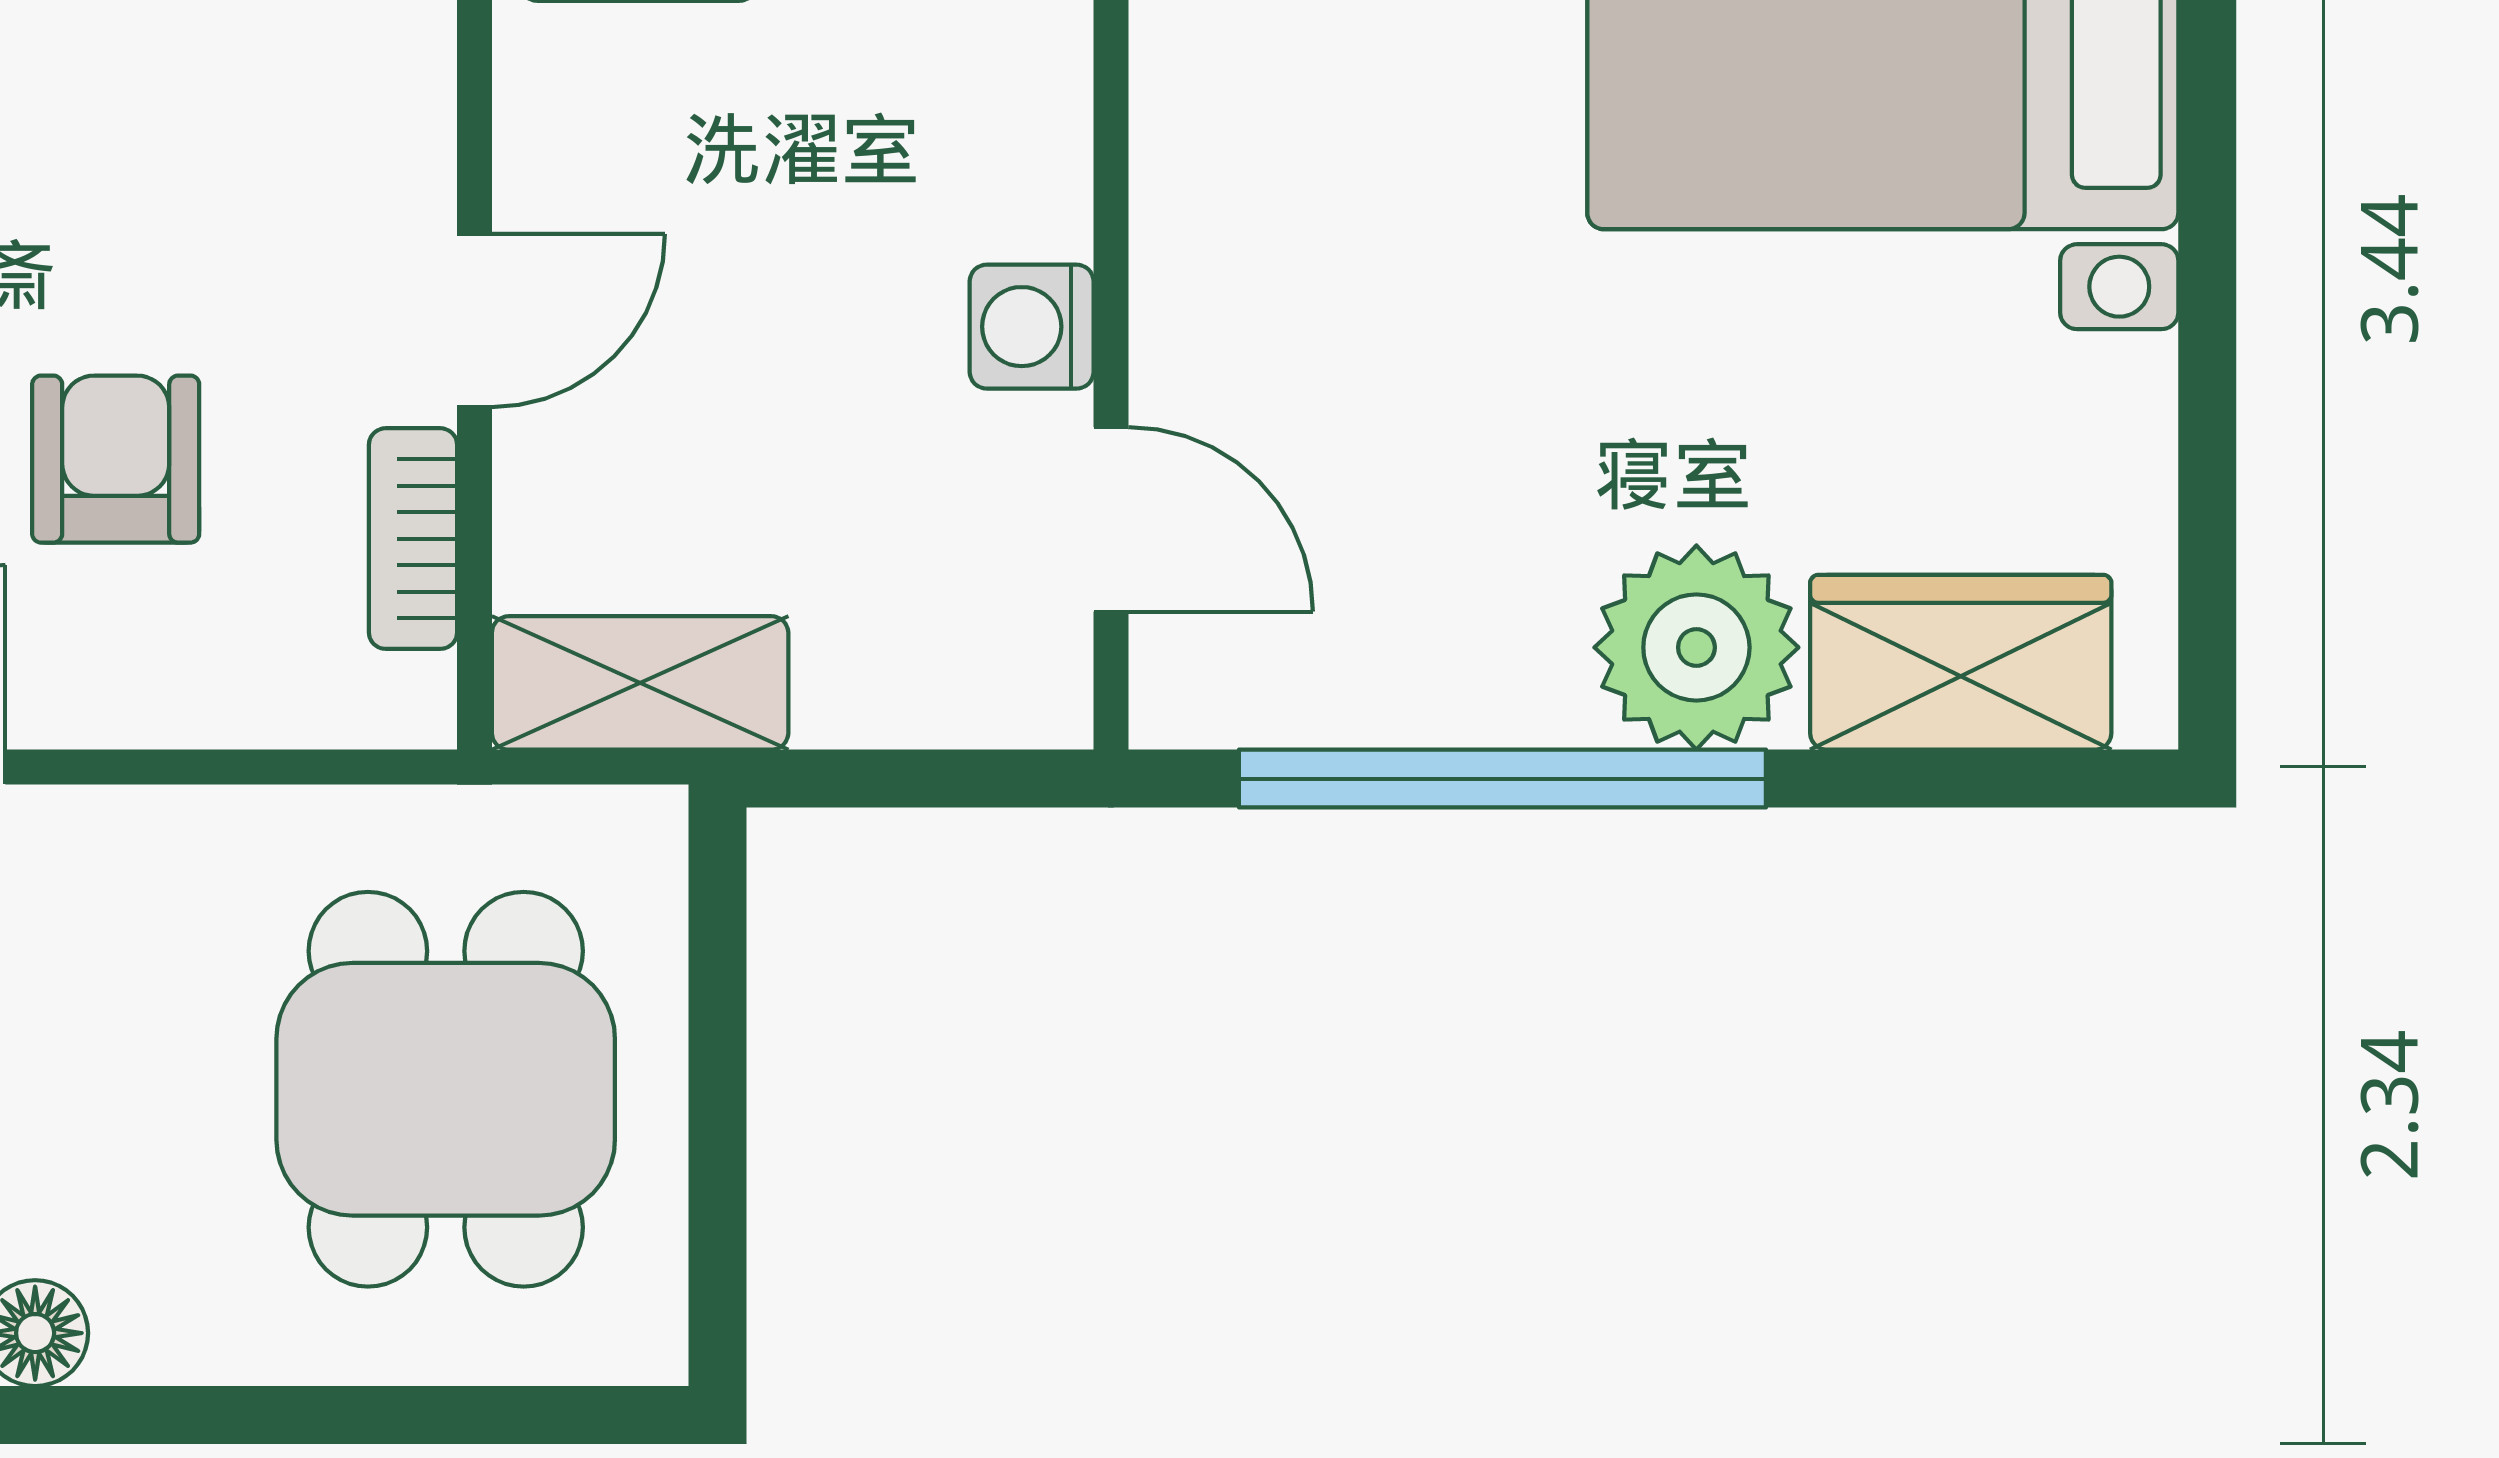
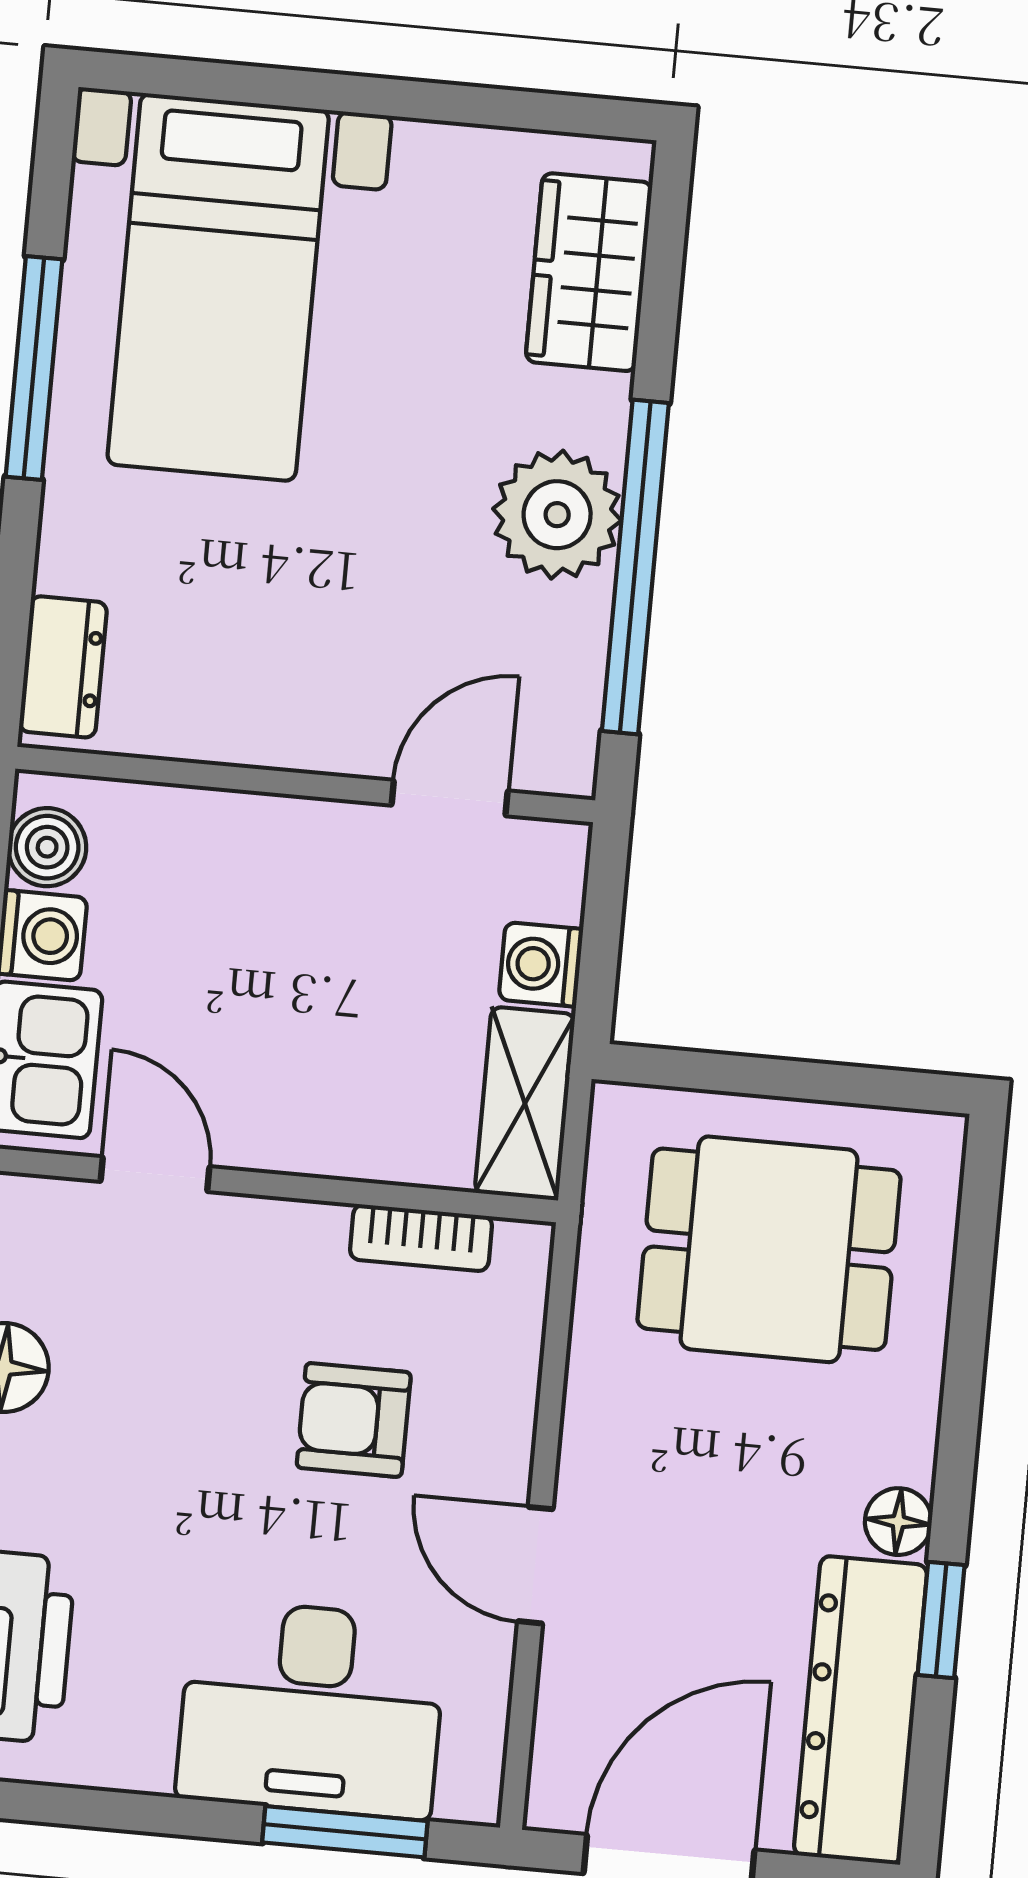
door: (474, 320) -> (155, 1174), moved
washing machine: (1032, 327) -> (541, 964), moved, turned 90
plant: (1696, 647) -> (557, 515), moved

